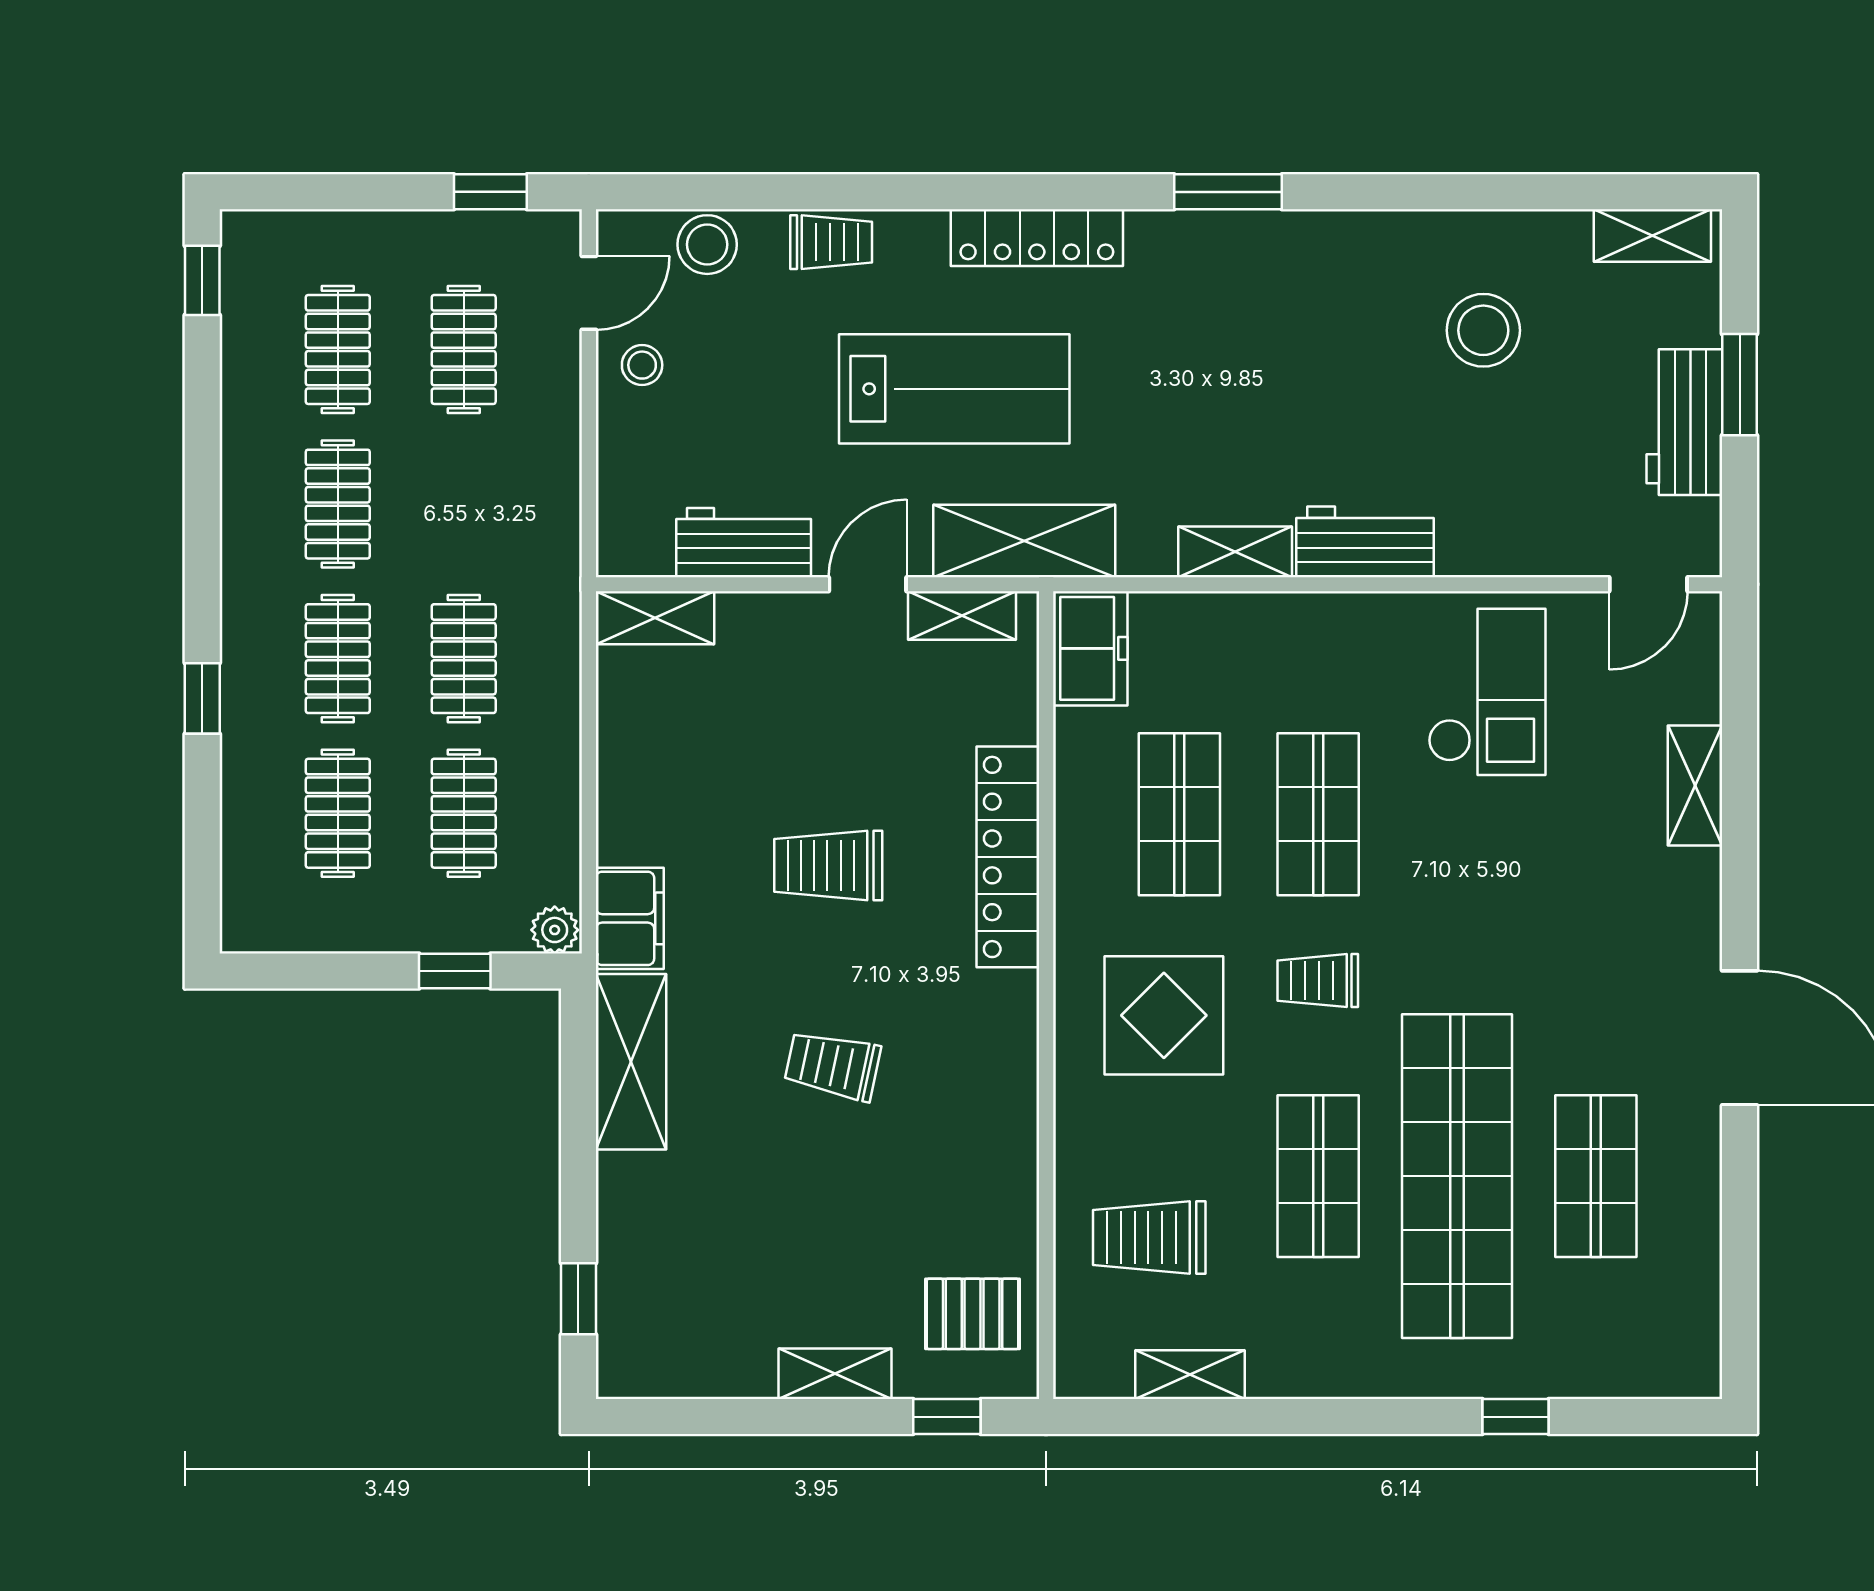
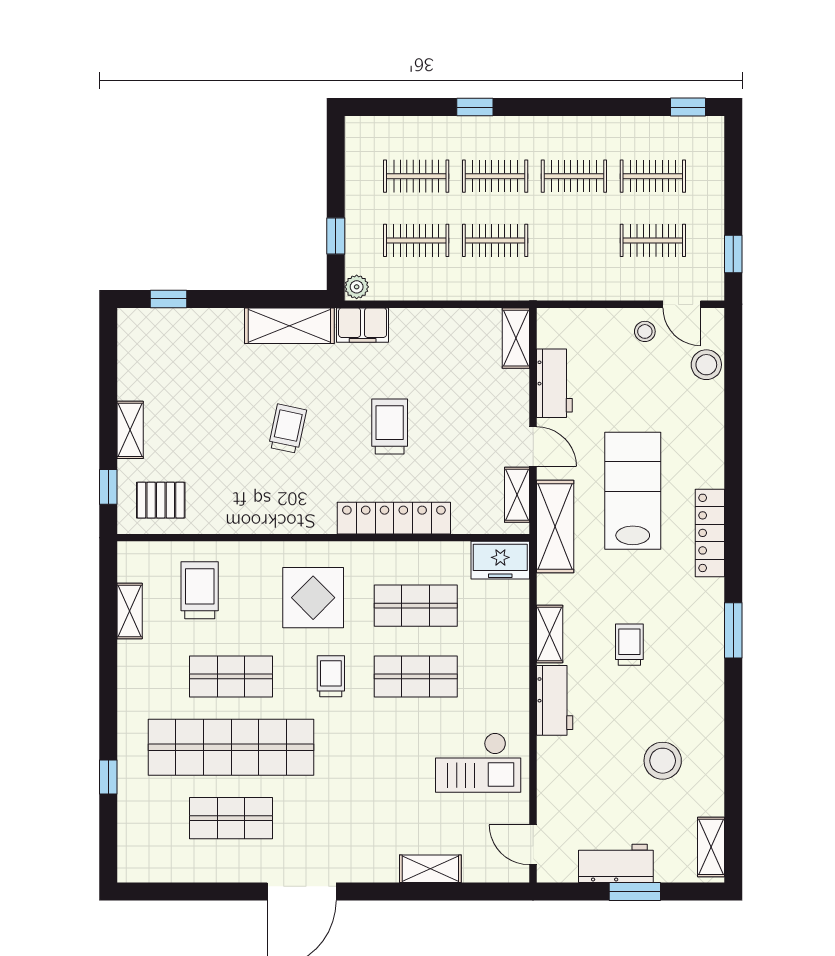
trolley: (831, 242) -> (629, 645), moved, turned 180
lab bench: (954, 389) -> (633, 491), turned 180
pallet: (973, 1314) -> (161, 500), turned 90

